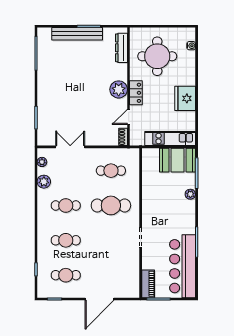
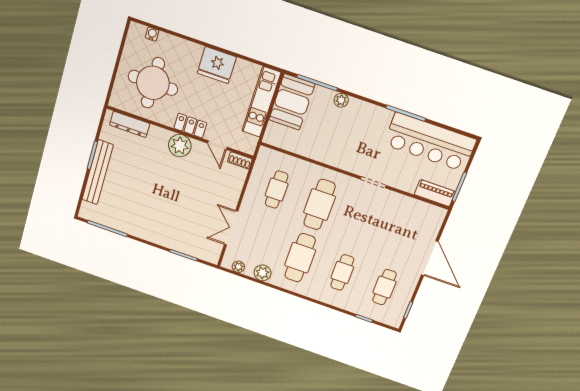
cafe table: (66, 205) -> (300, 258), width x1.37, depth x1.35

